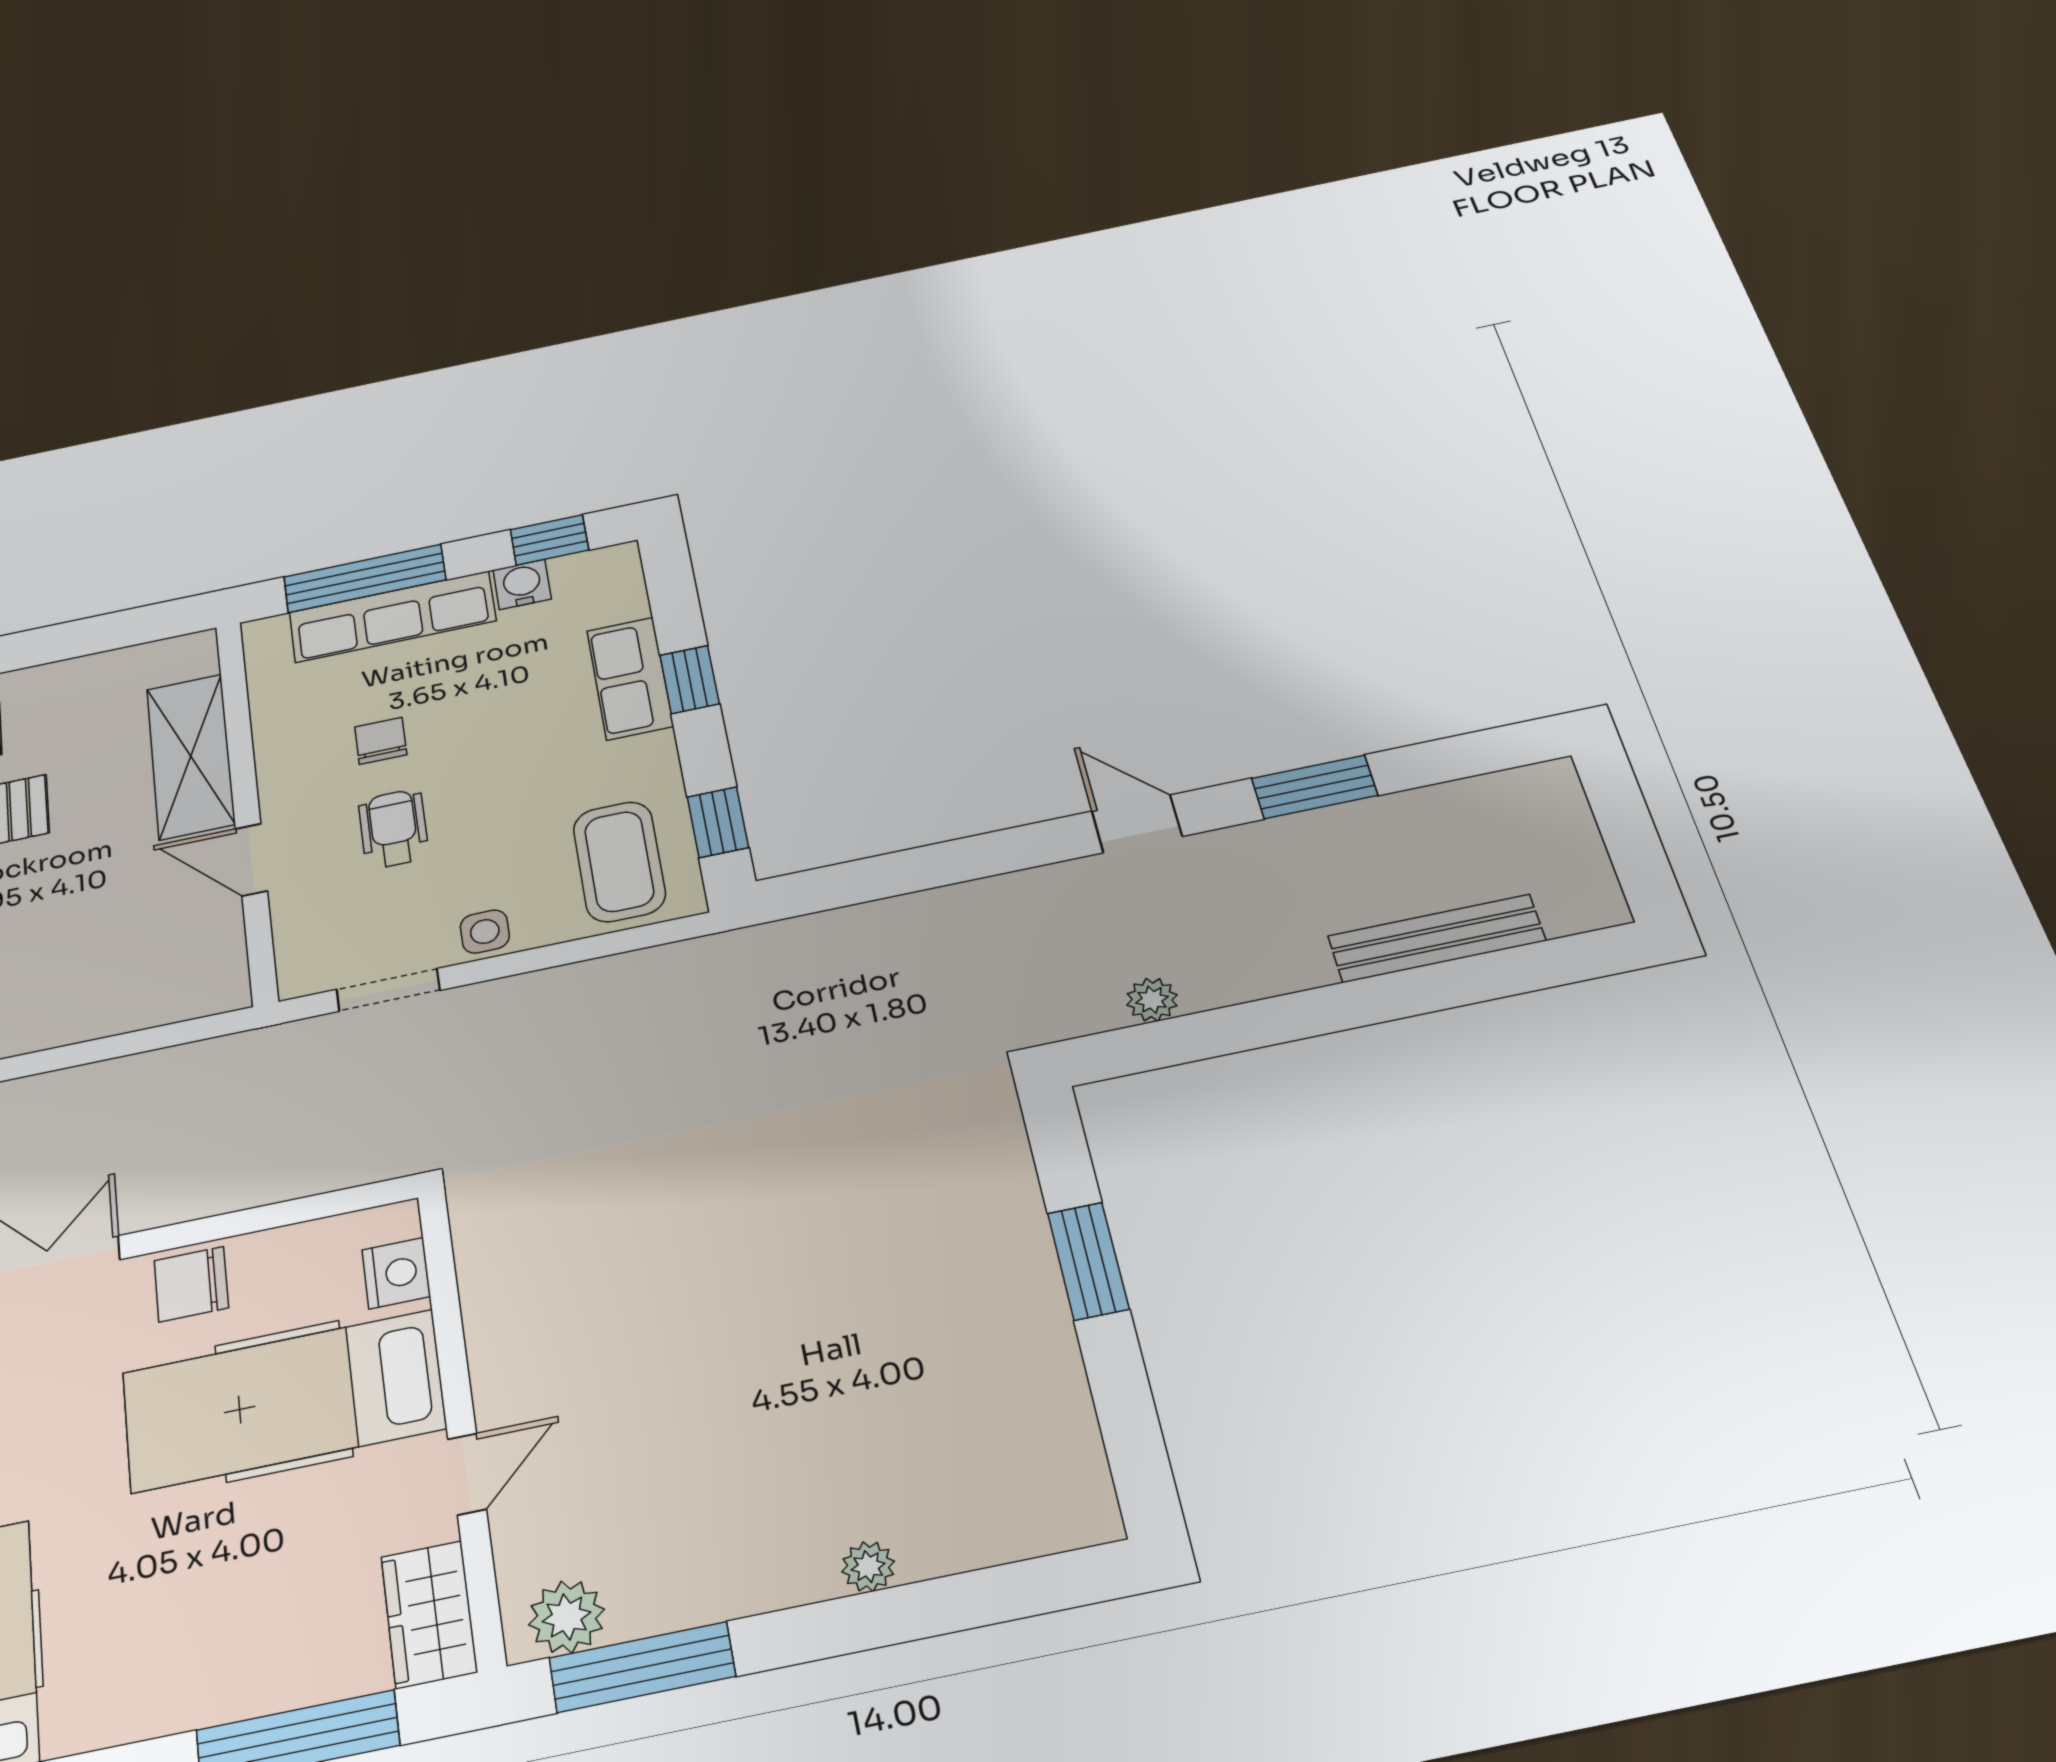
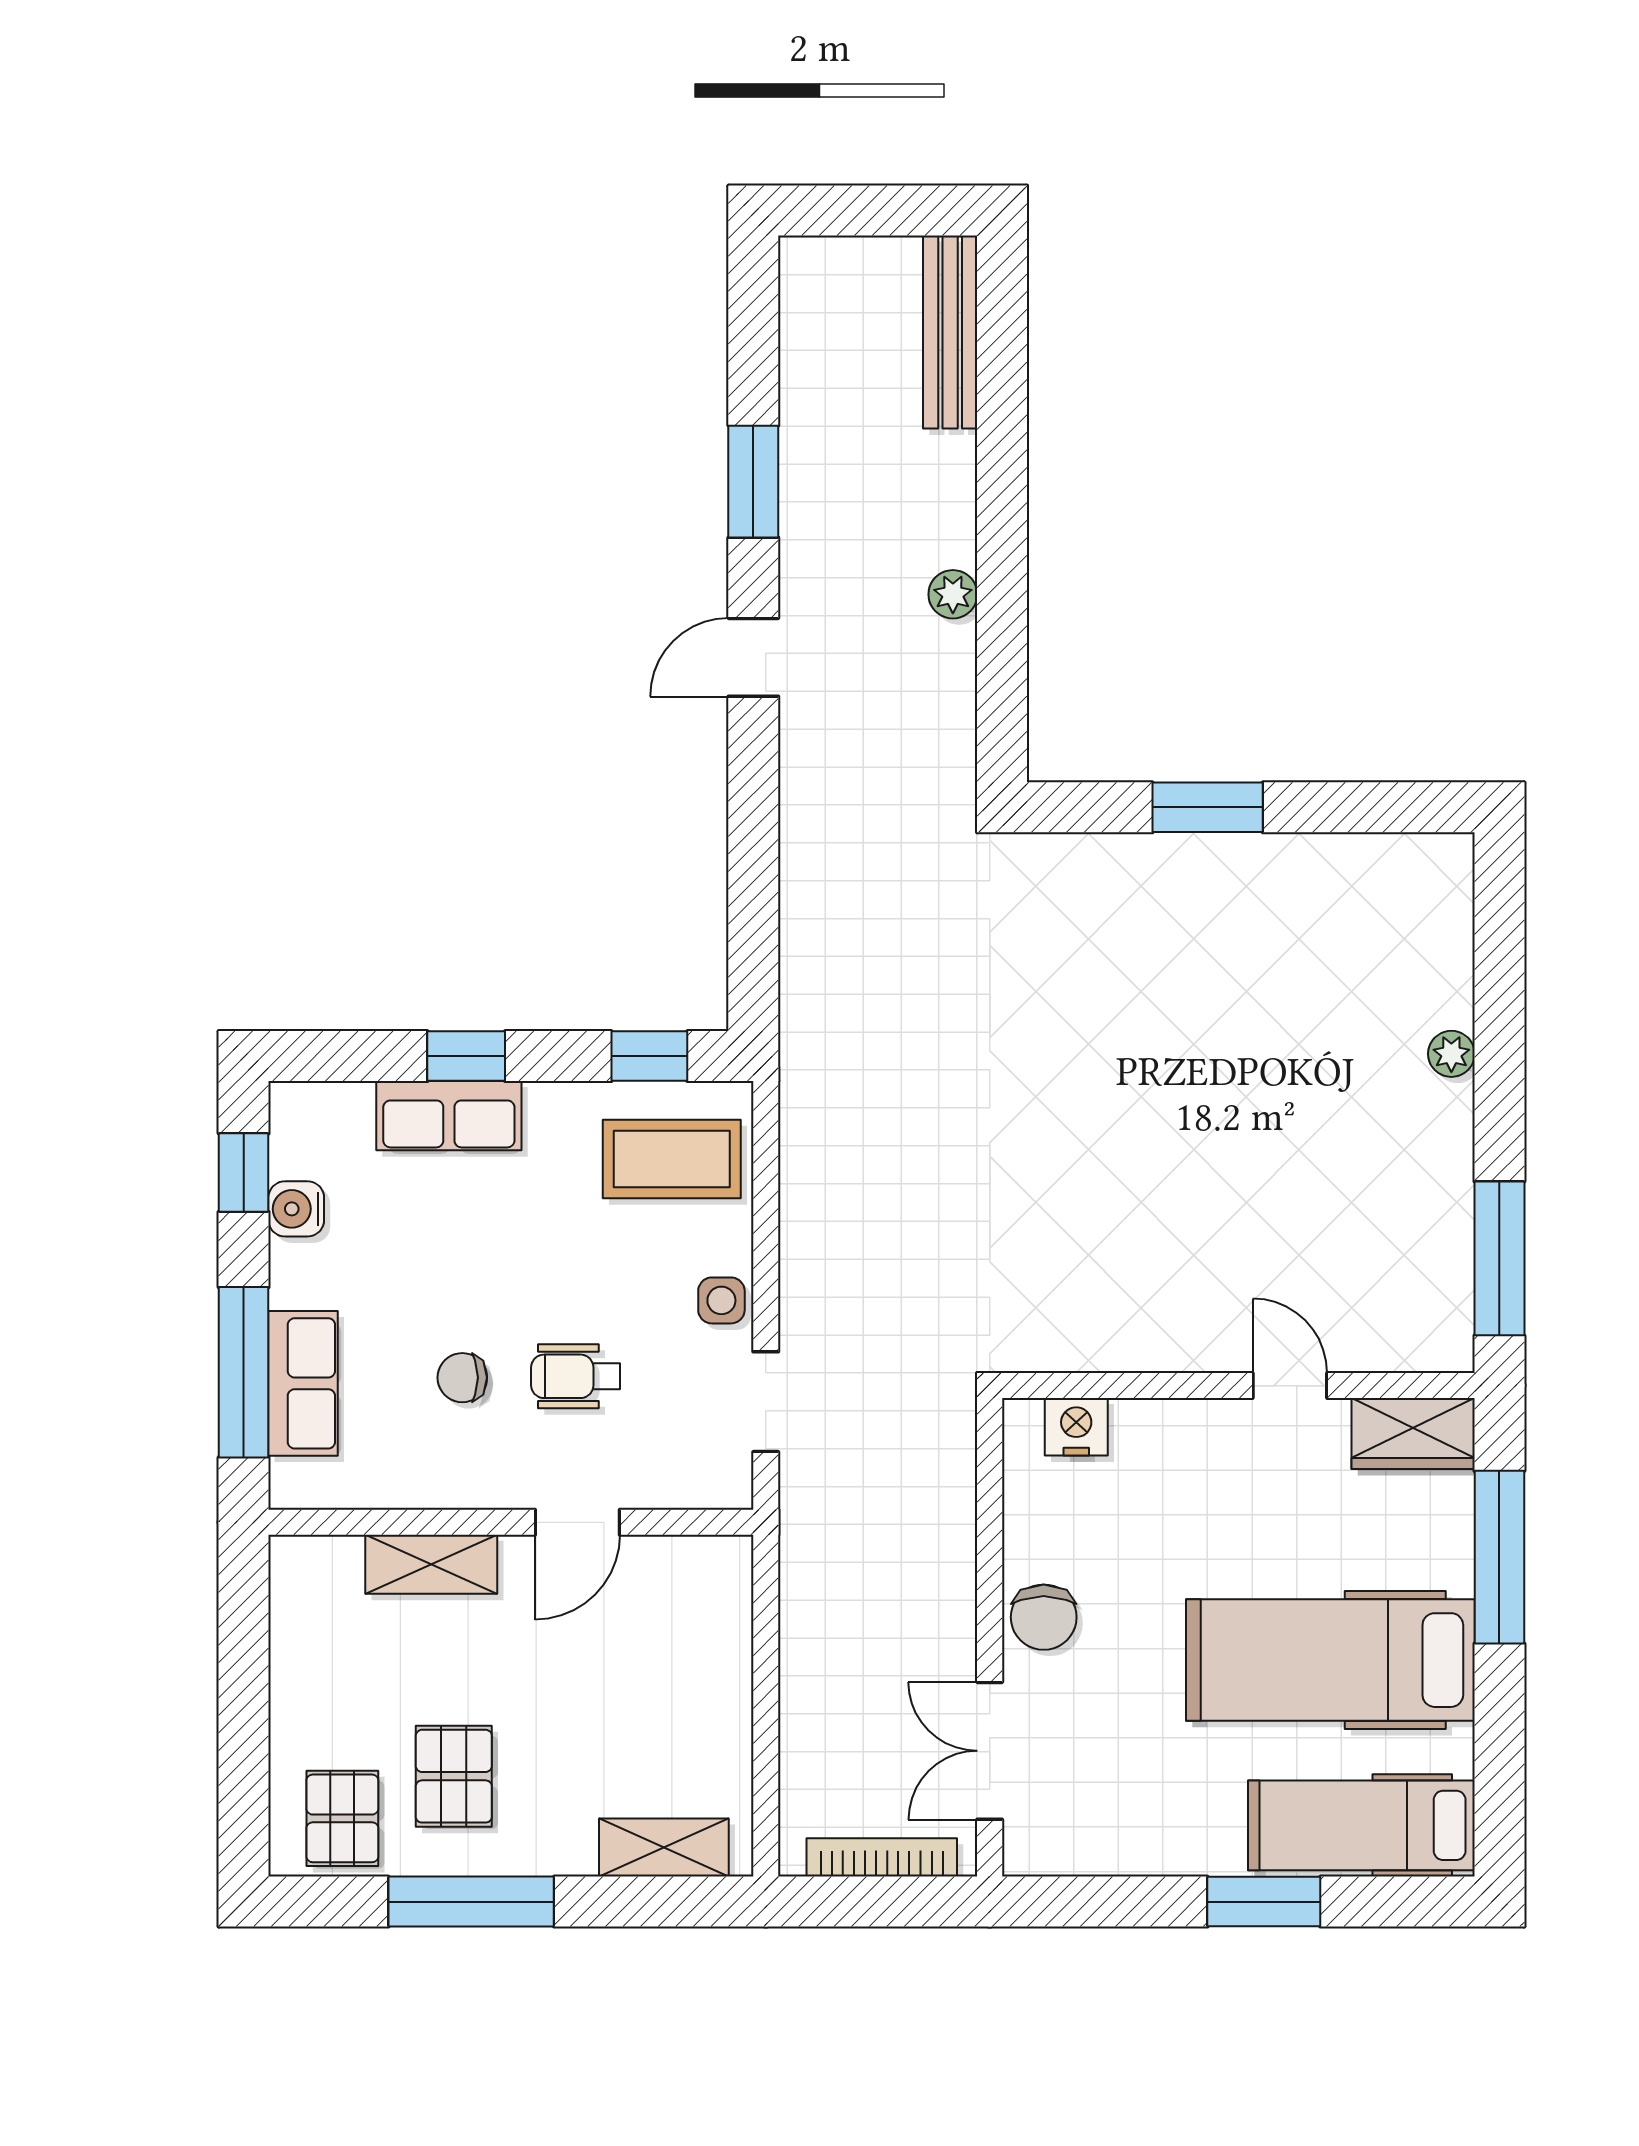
row of seats: (392, 617) -> (303, 1383), width x0.68
shelving: (191, 756) -> (431, 1564), width x0.67, depth x0.75
bench: (1436, 938) -> (950, 332), moved
plant: (1152, 1000) -> (953, 594), moved
hospital bed: (283, 1401) -> (1330, 1660), moved, turned 90
plant: (567, 1617) -> (1441, 1316), removed

